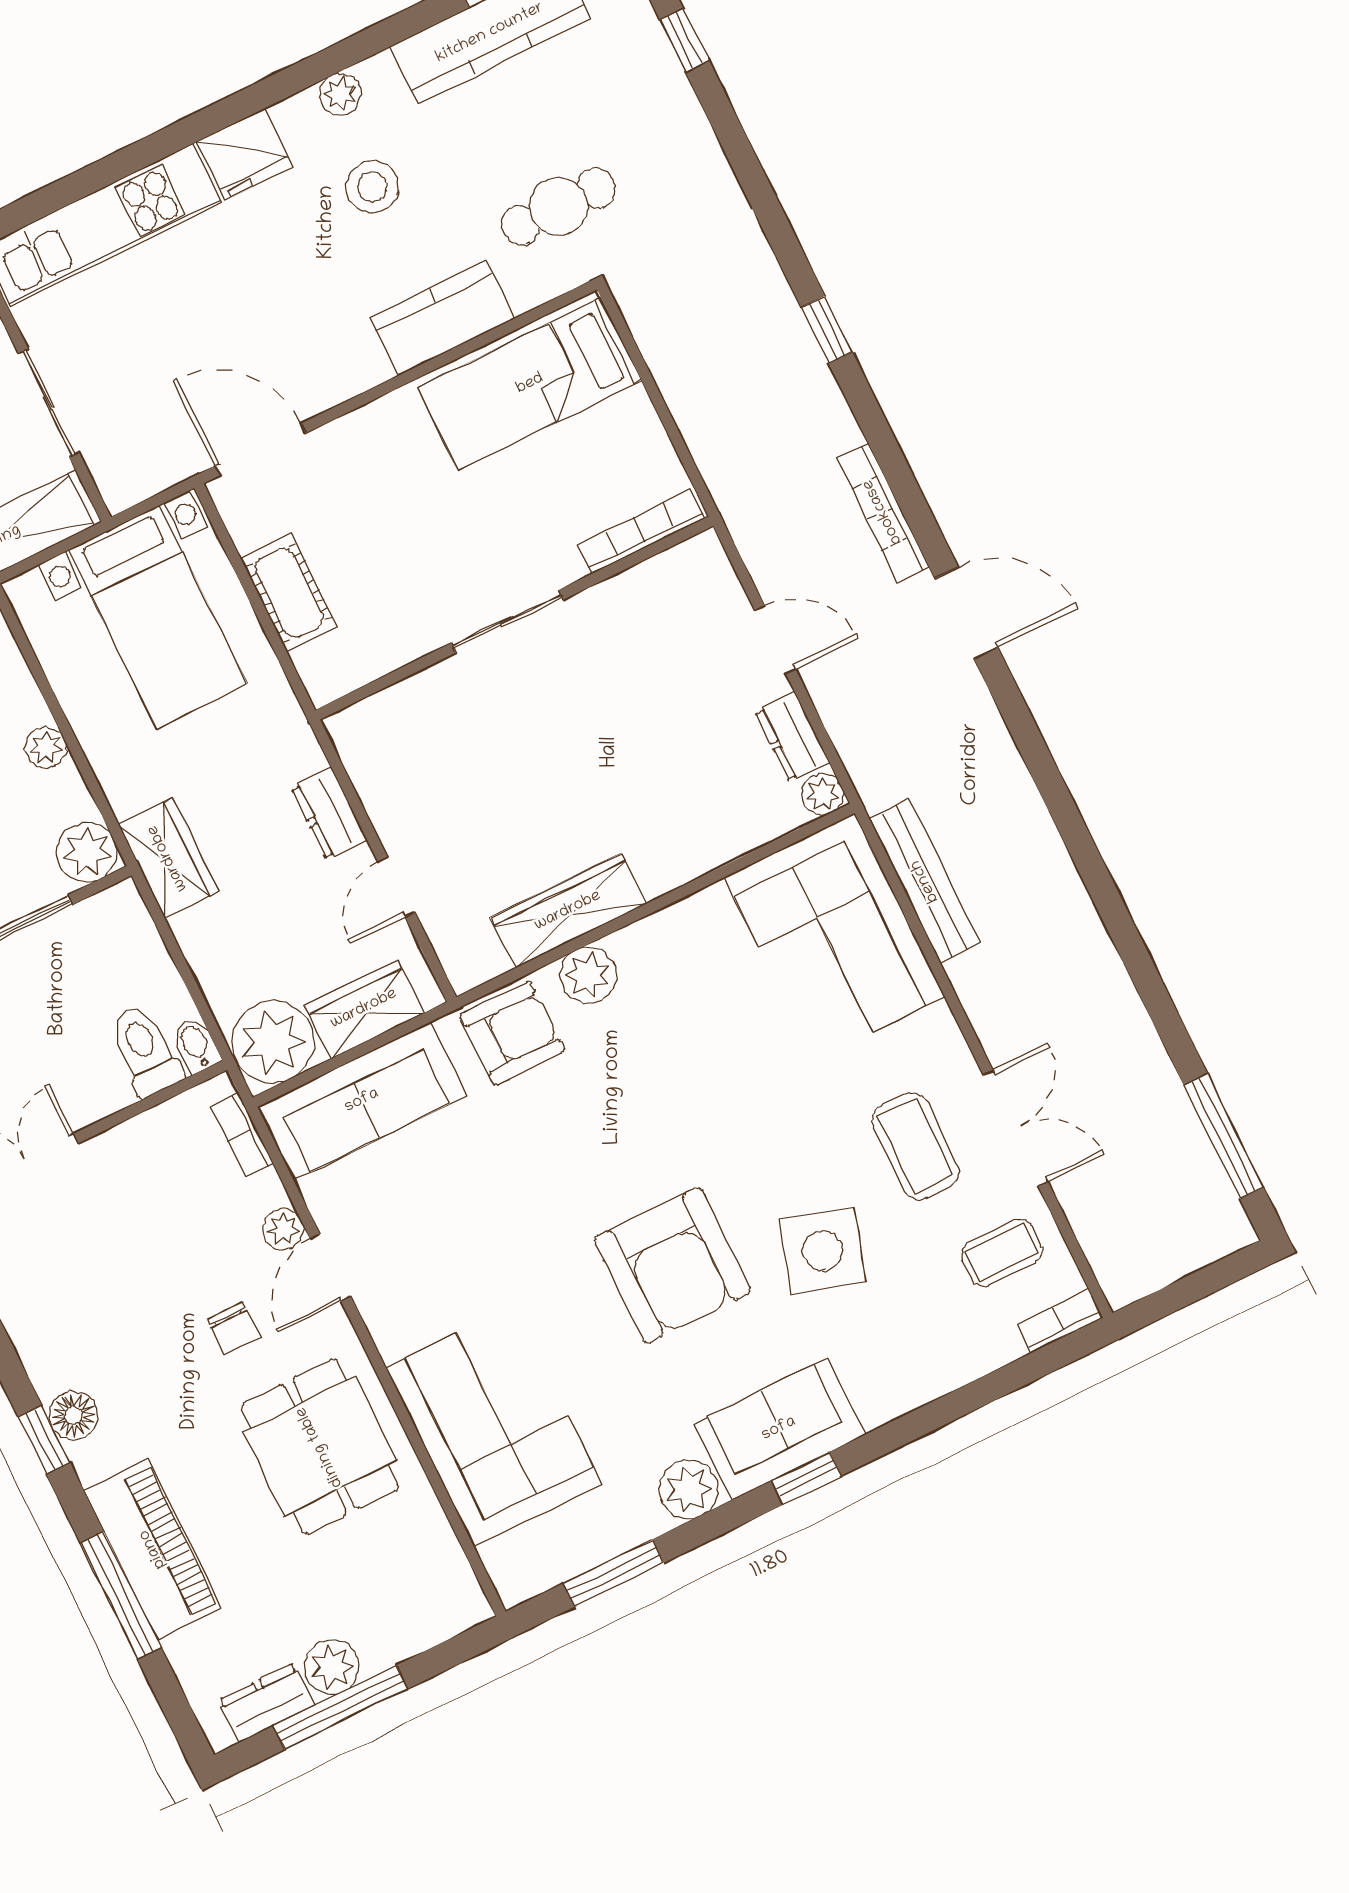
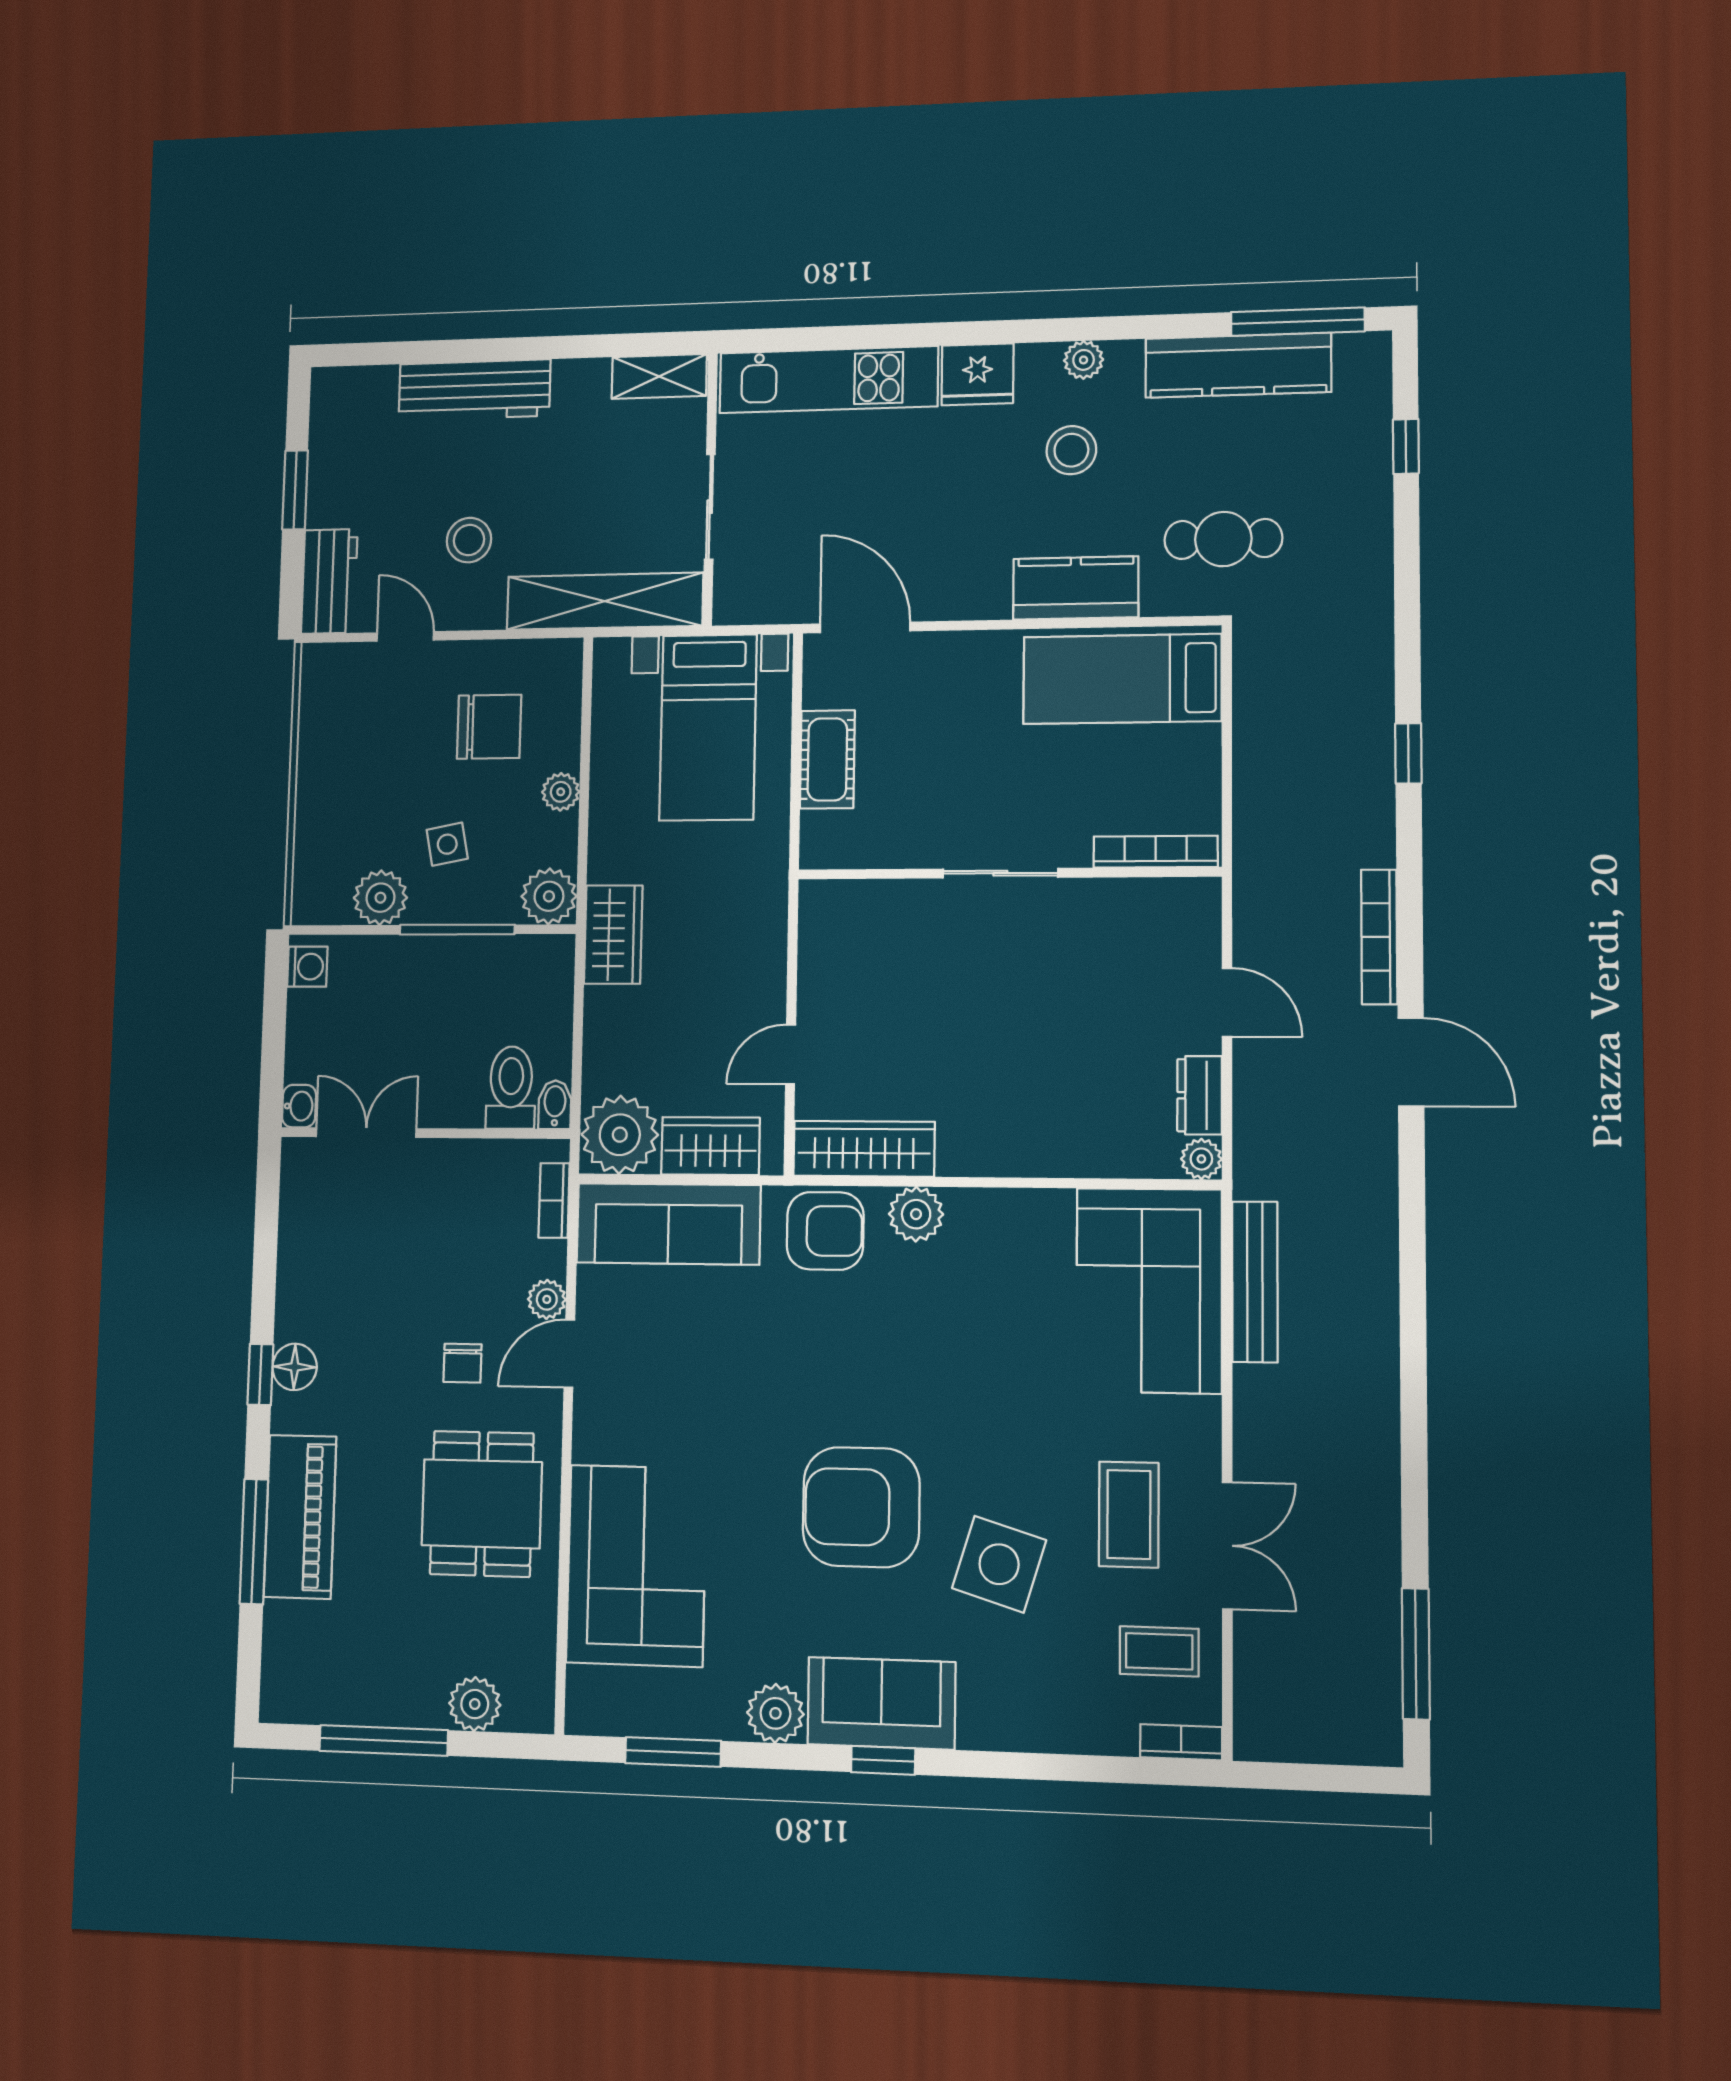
dresser: (329, 814) -> (766, 964), removed
wardrobe: (568, 911) -> (864, 1149), moved
armchair: (673, 1265) -> (861, 1507), turned 90
plant: (332, 1667) -> (475, 1704), moved
dresser: (267, 1703) -> (325, 1702), removed

